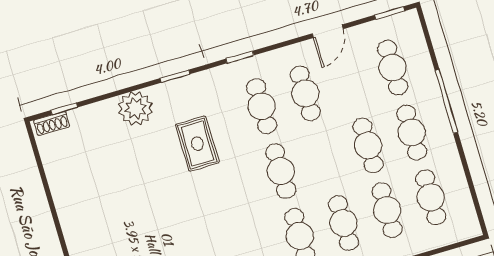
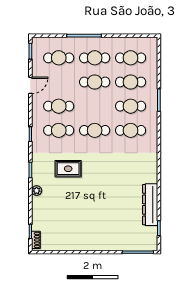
door: (328, 31) -> (30, 85), hinge flipped
plant: (136, 108) -> (37, 191), width x0.53, depth x0.53

